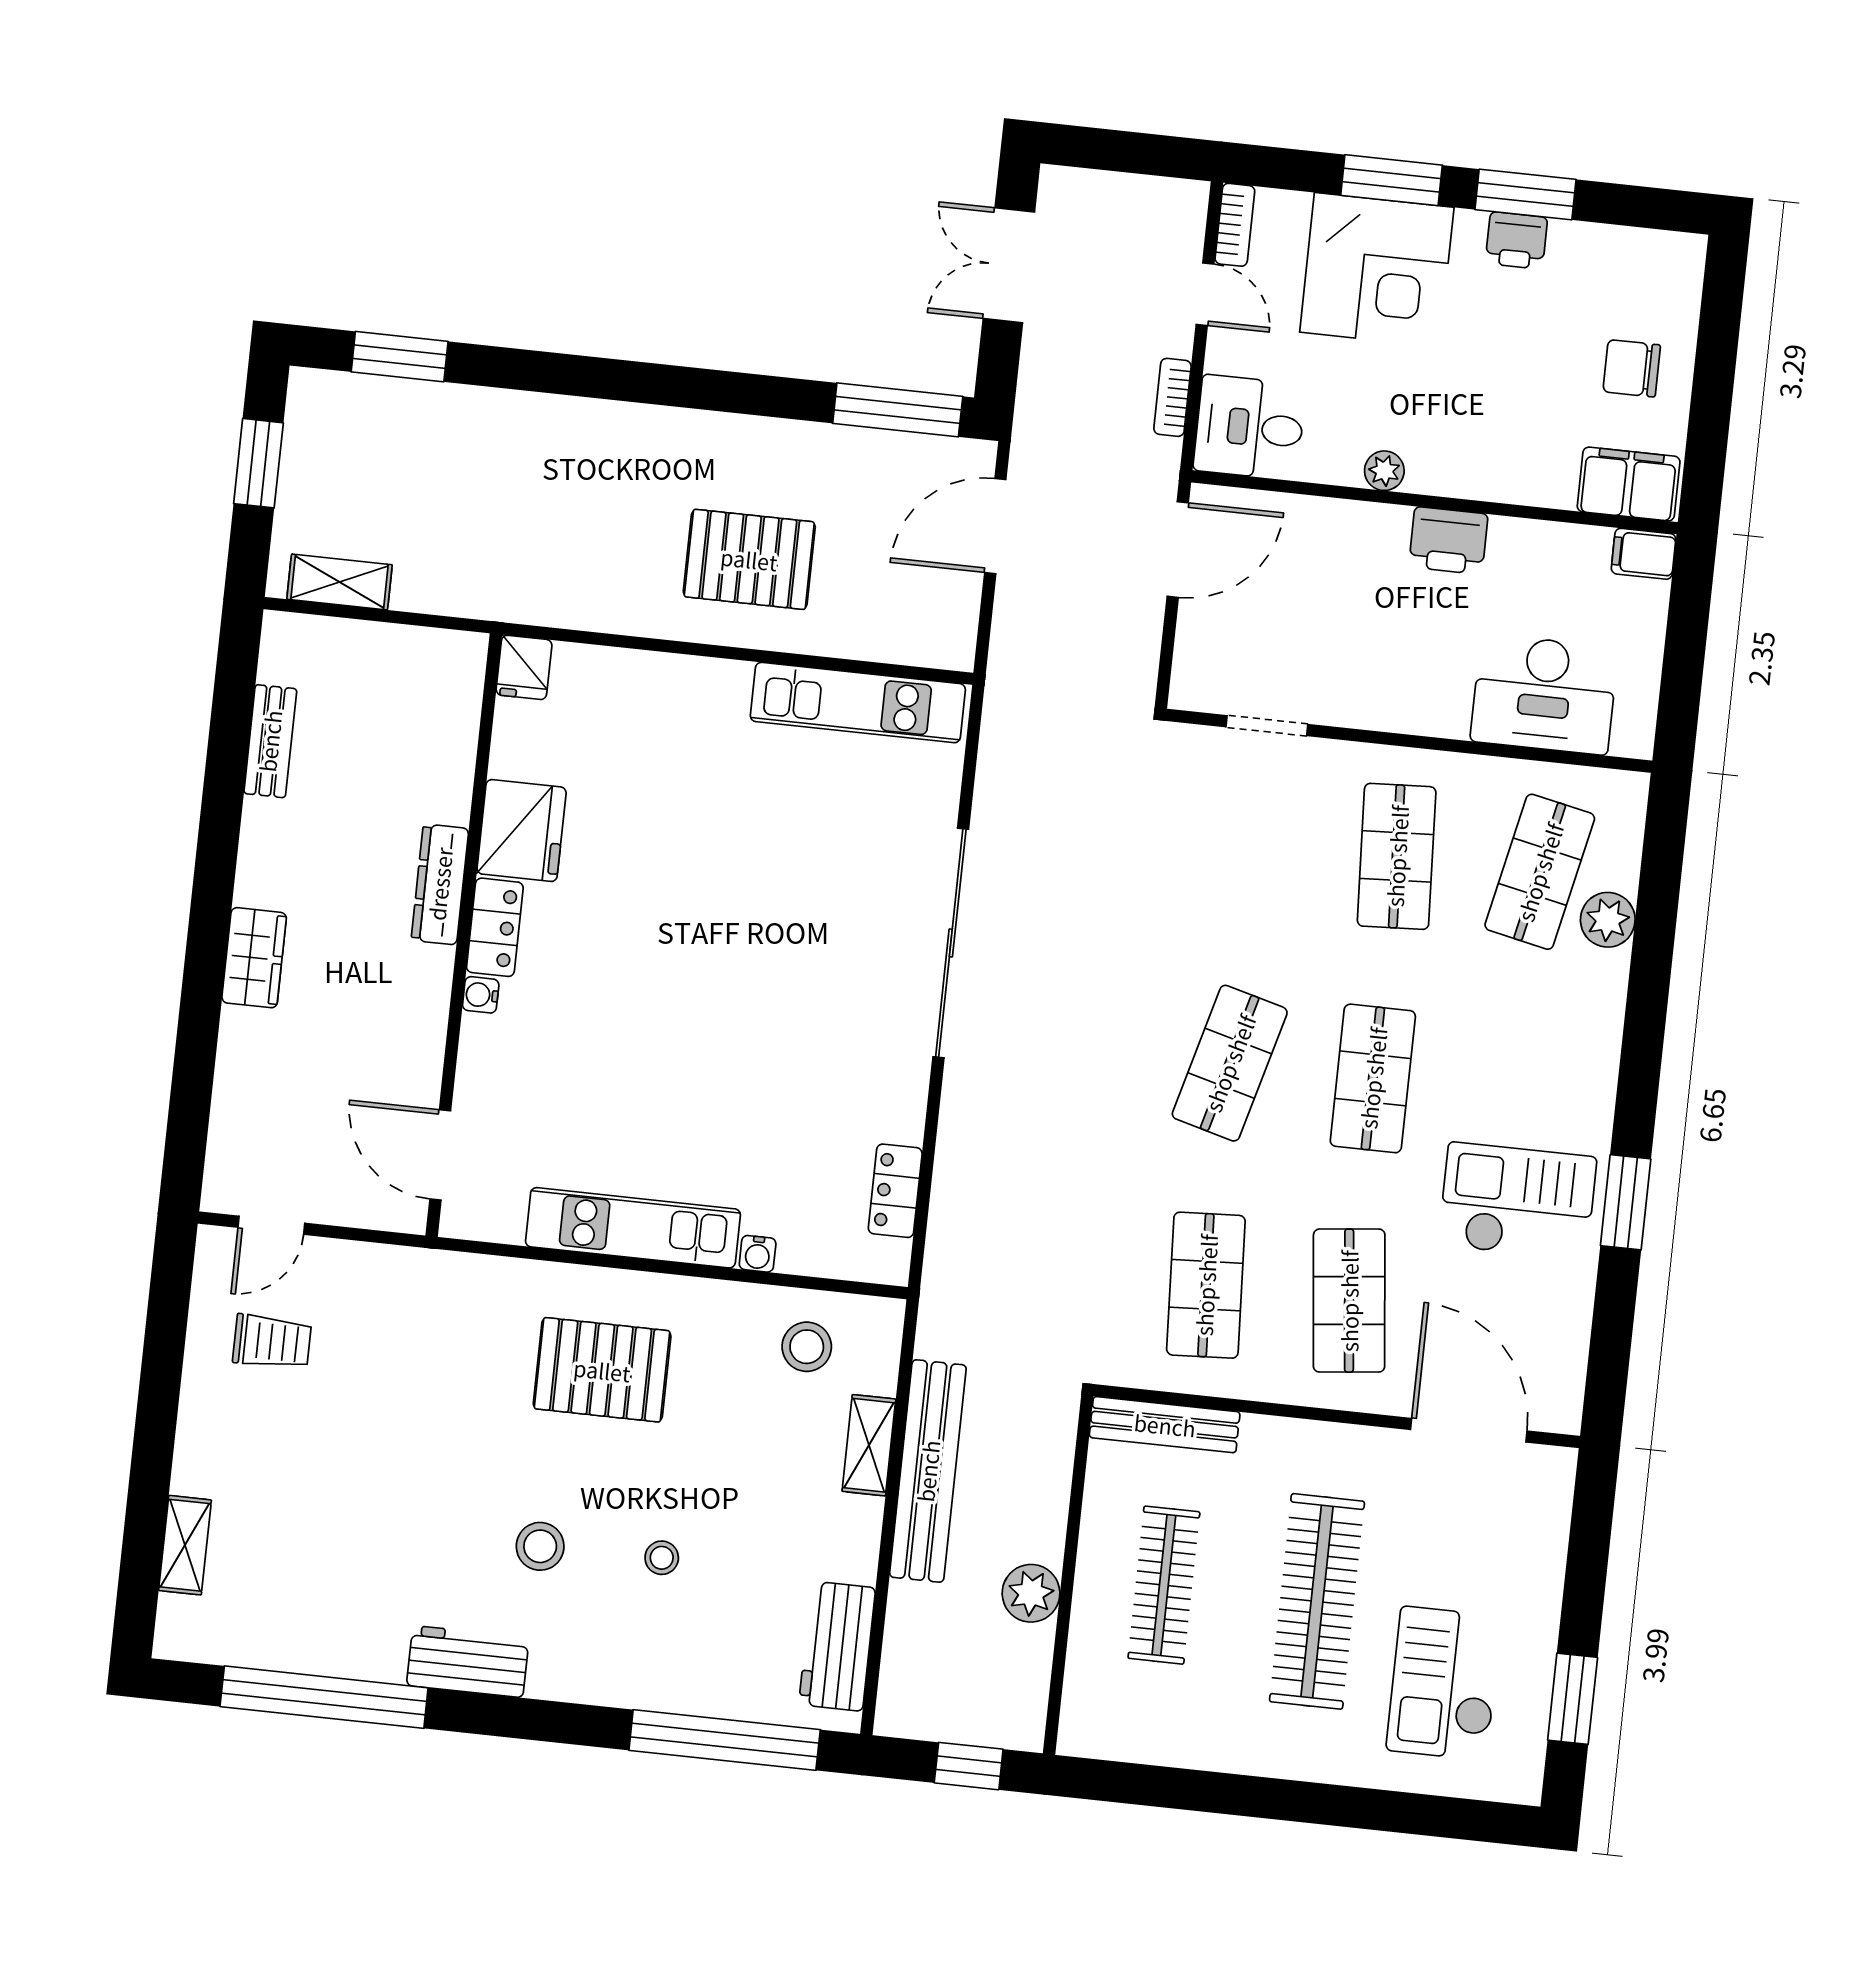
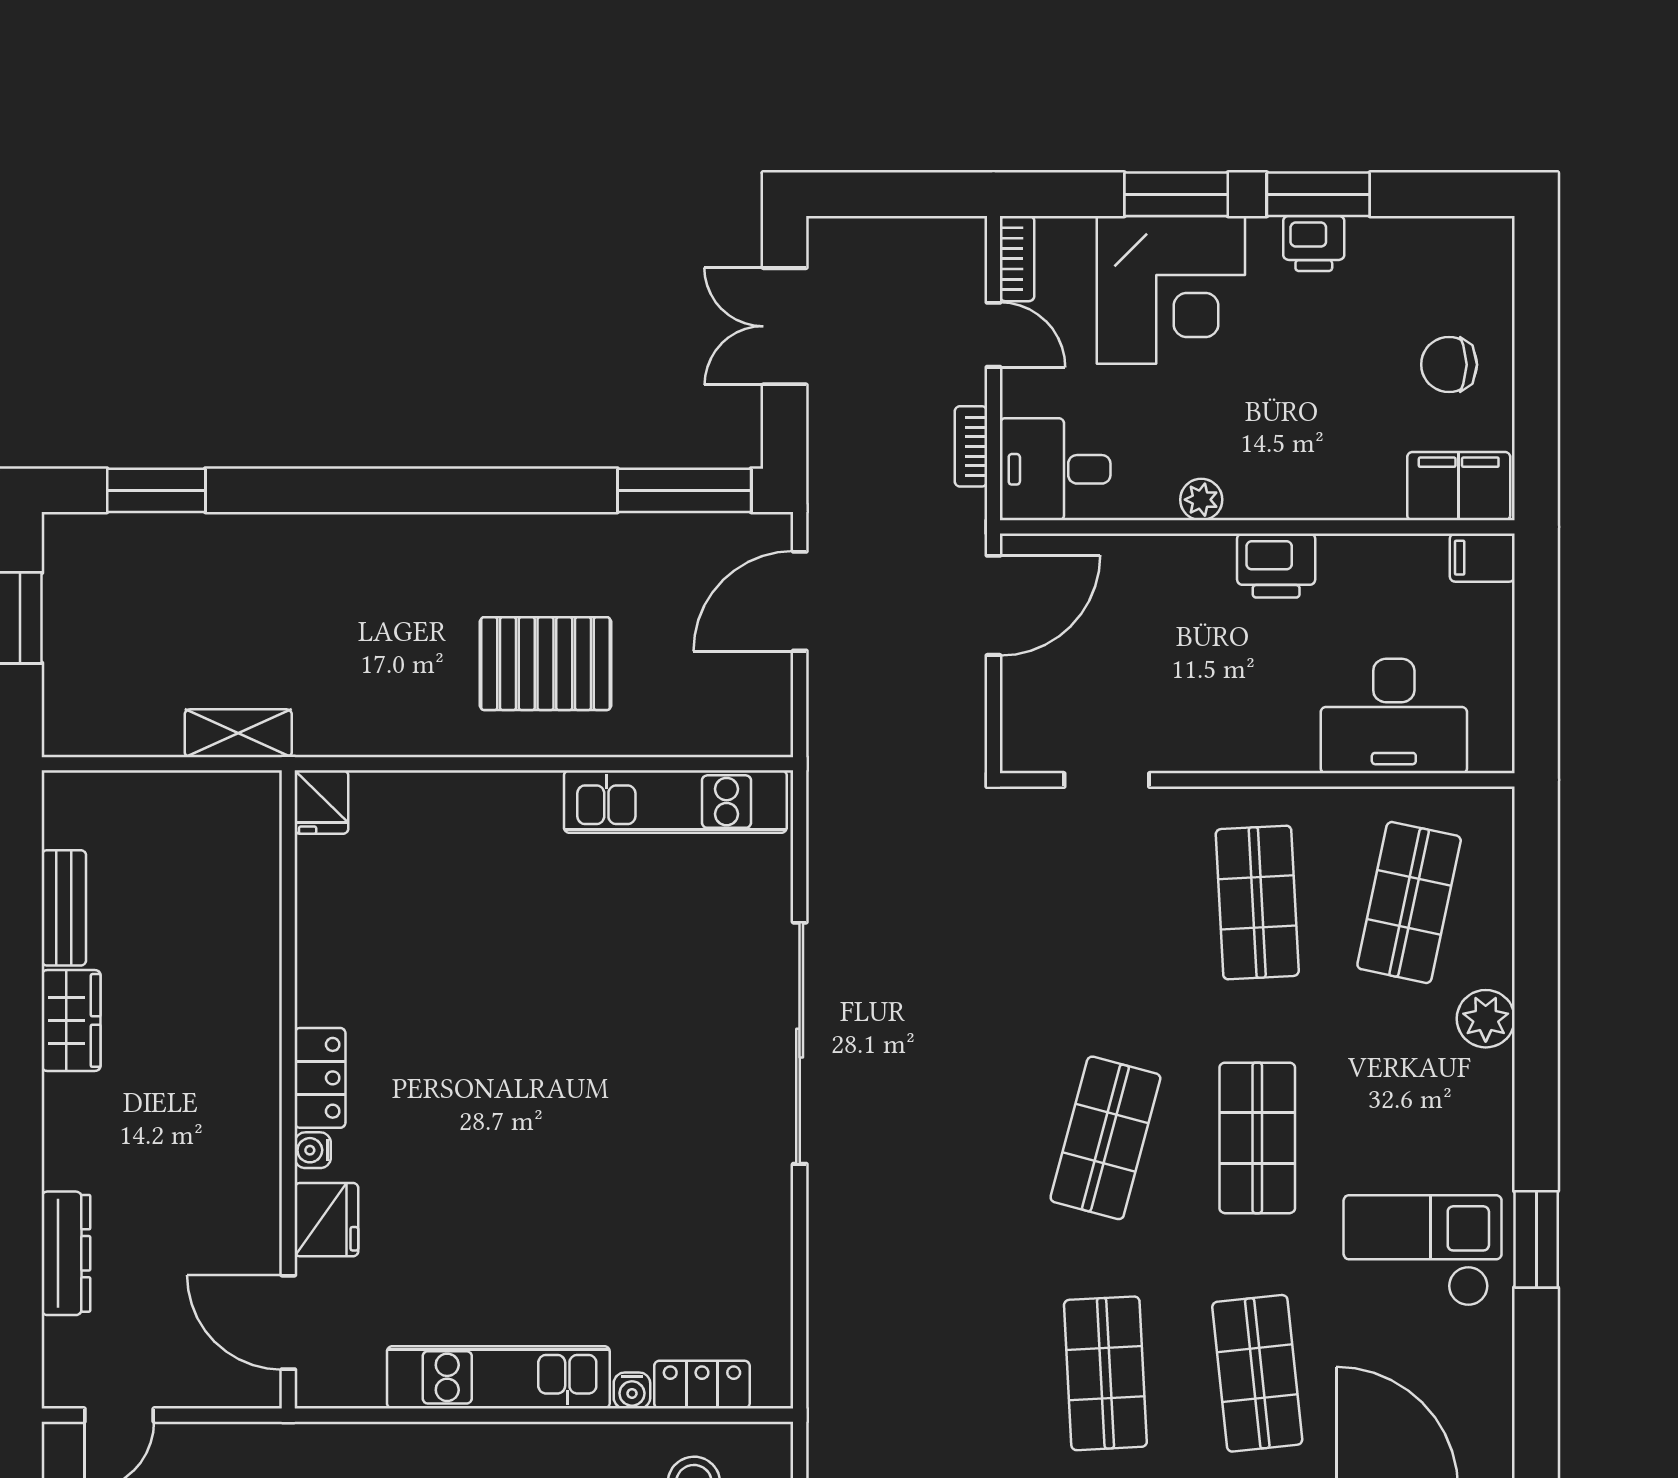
shelving: (339, 582) -> (238, 733), moved
fridge: (522, 831) -> (326, 1220), moved, width x0.73, depth x0.75
dresser: (440, 884) -> (66, 1253), moved, turned 180
plant: (1608, 920) -> (1486, 1019), moved
wardrobe: (254, 958) -> (71, 1020), moved
locker: (895, 1191) -> (702, 1385), moved, turned 90

